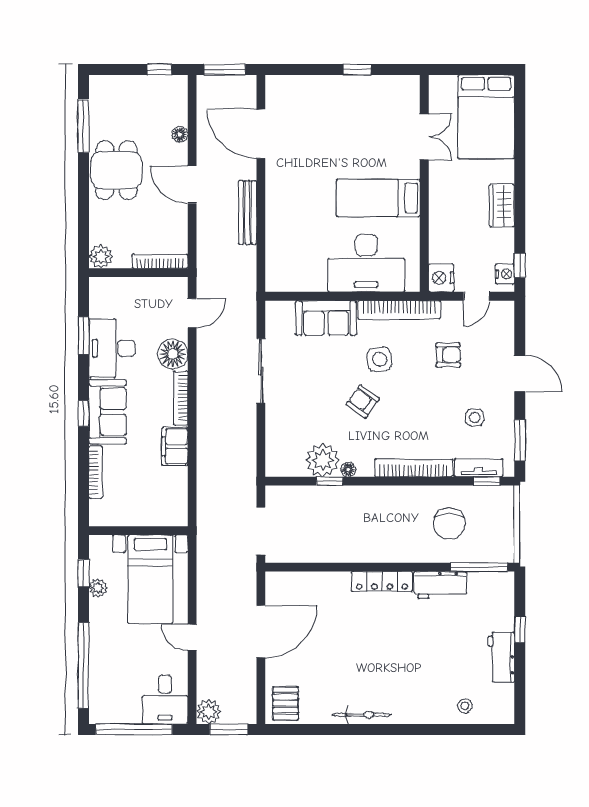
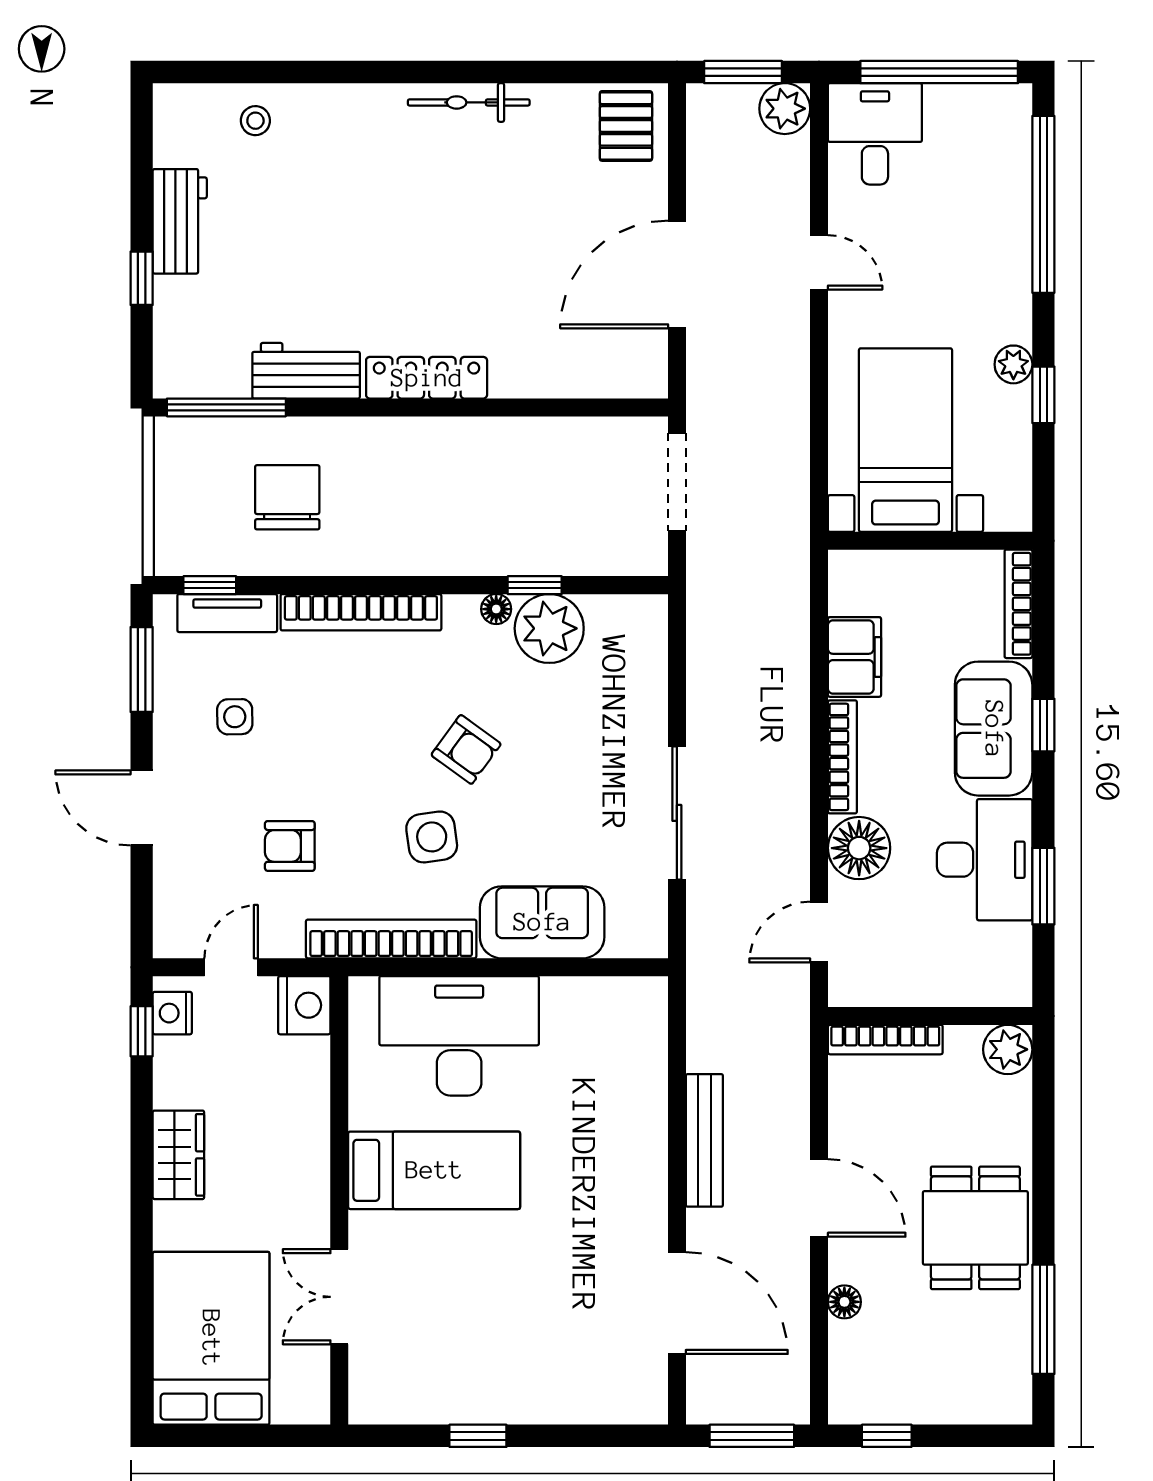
wall: (138, 531) -> (930, 541), moved
bed with nightstands: (150, 579) -> (905, 440), moved

